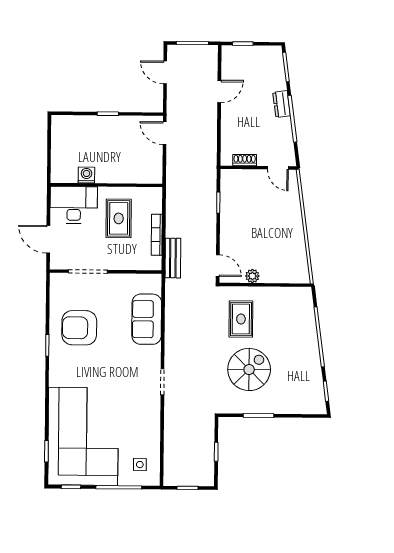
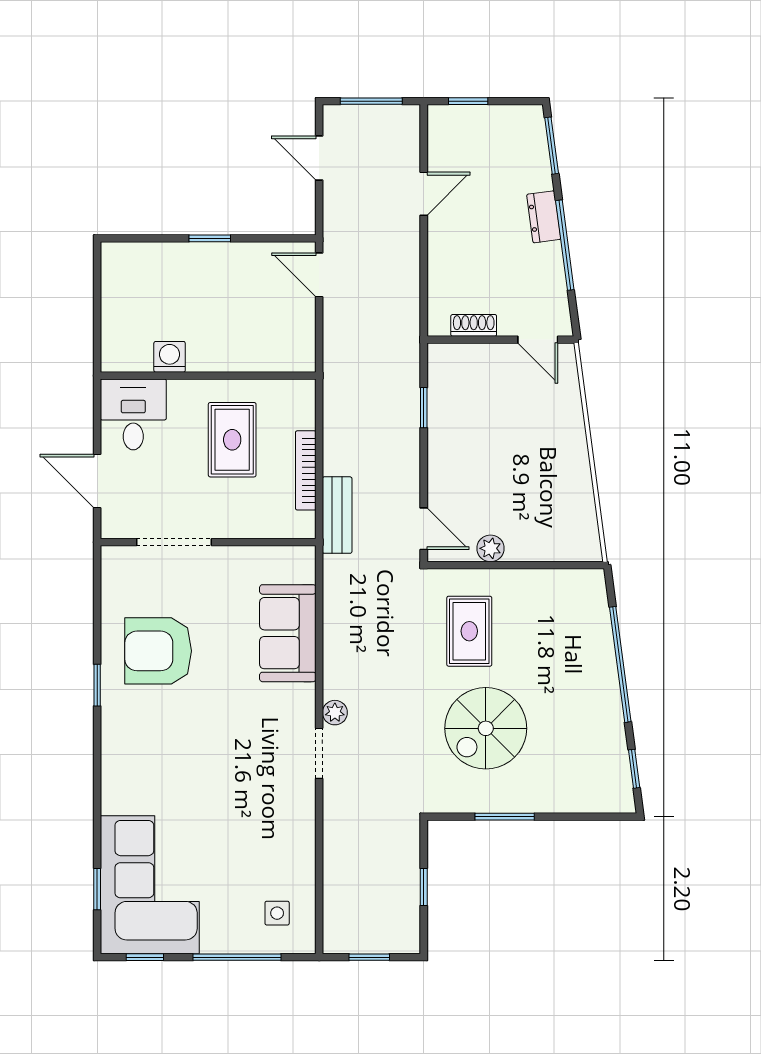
desk: (74, 205) -> (133, 414), width x0.73
plant: (171, 361) -> (335, 713), added
spiral stairs: (249, 369) -> (486, 728), turned 180
corner sofa: (83, 436) -> (150, 885), width x0.73, depth x0.74

